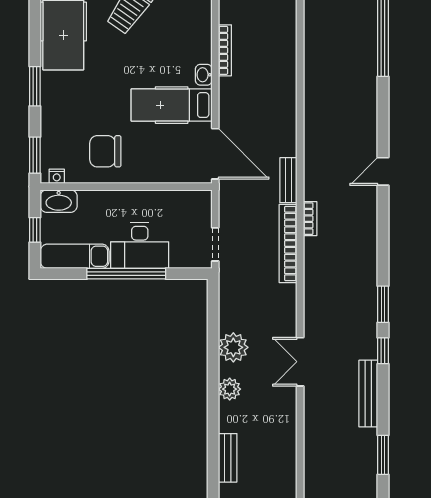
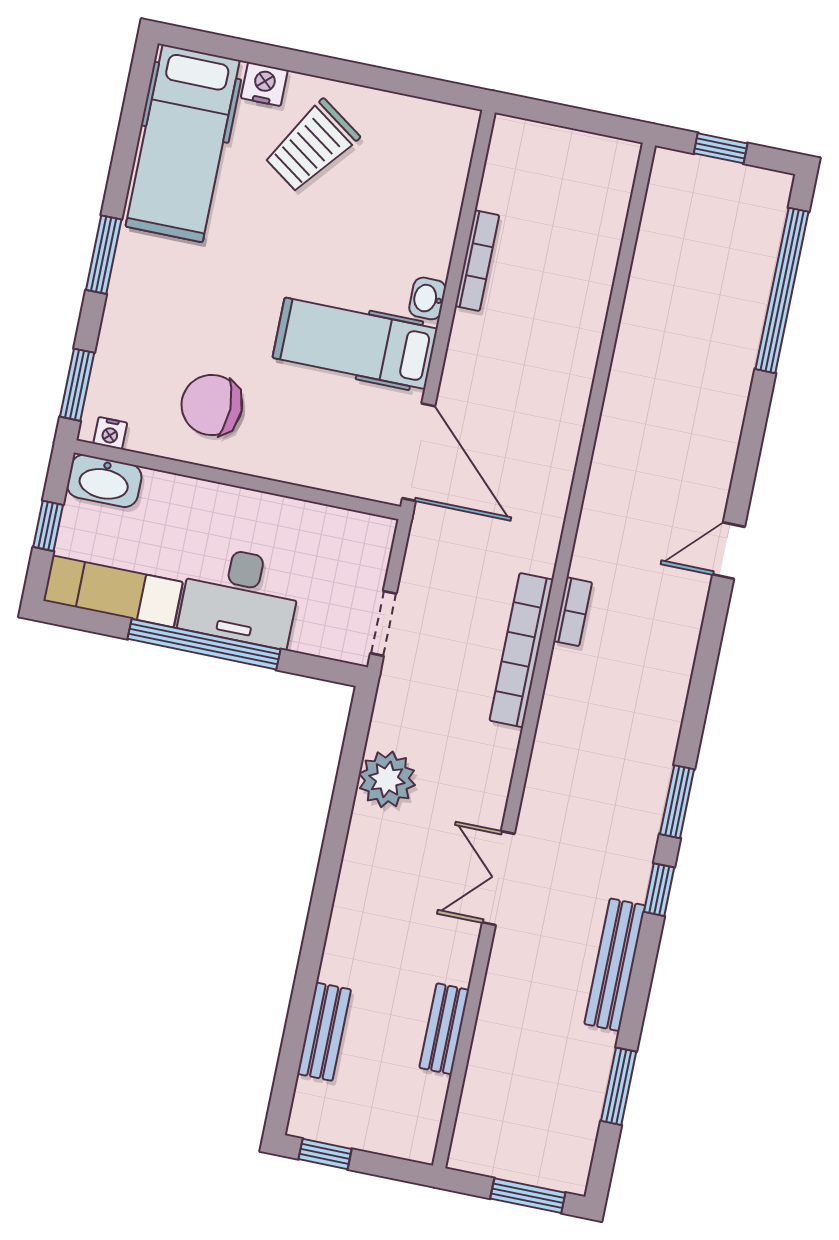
bench: (288, 180) -> (444, 1029), moved
plant: (233, 347) -> (387, 779), moved
plant: (230, 389) -> (354, 903), removed

